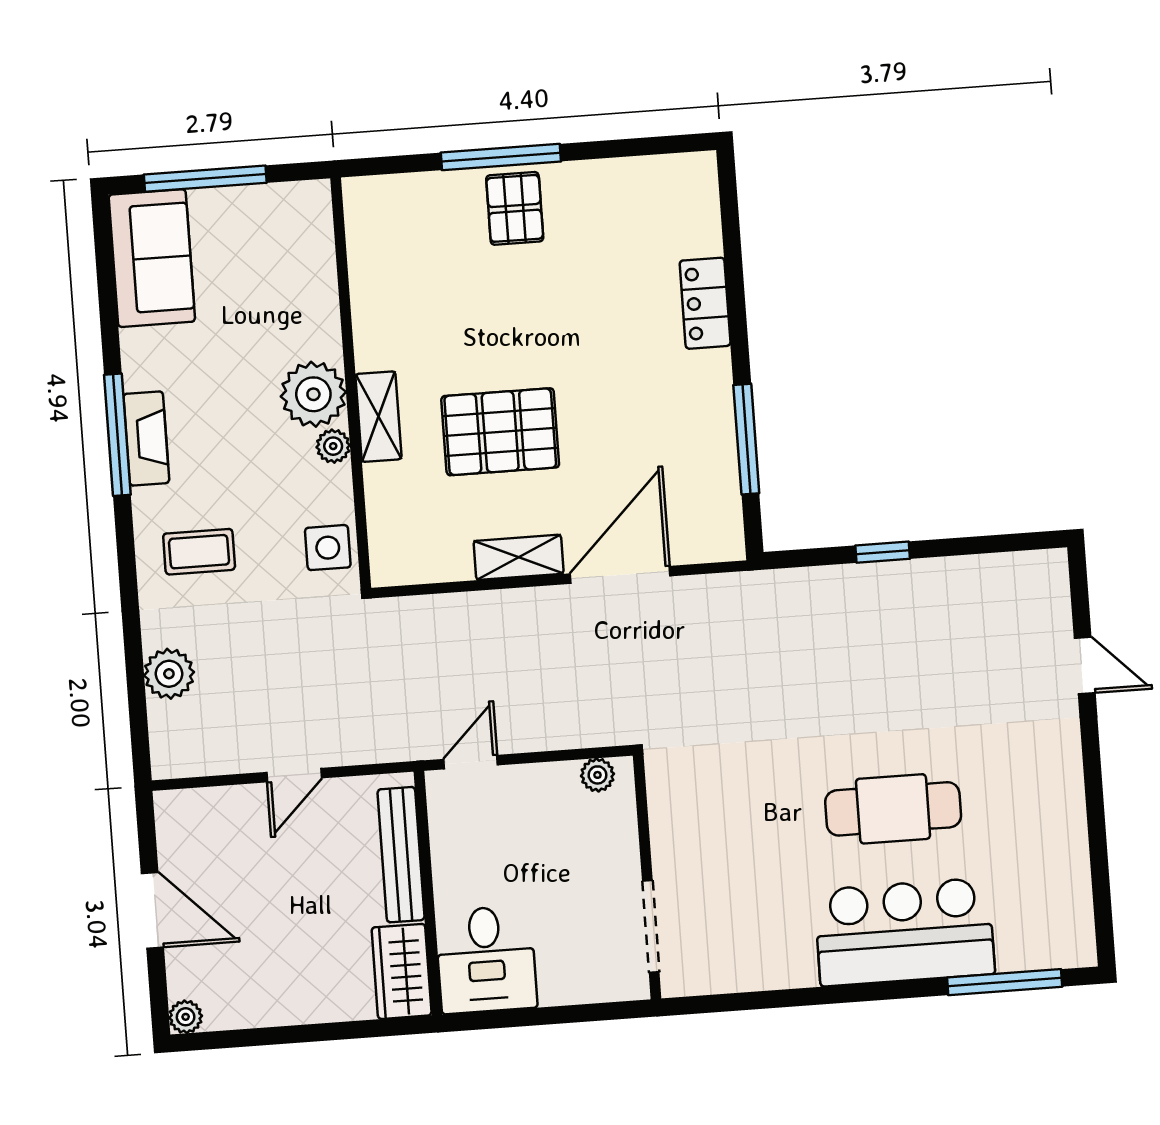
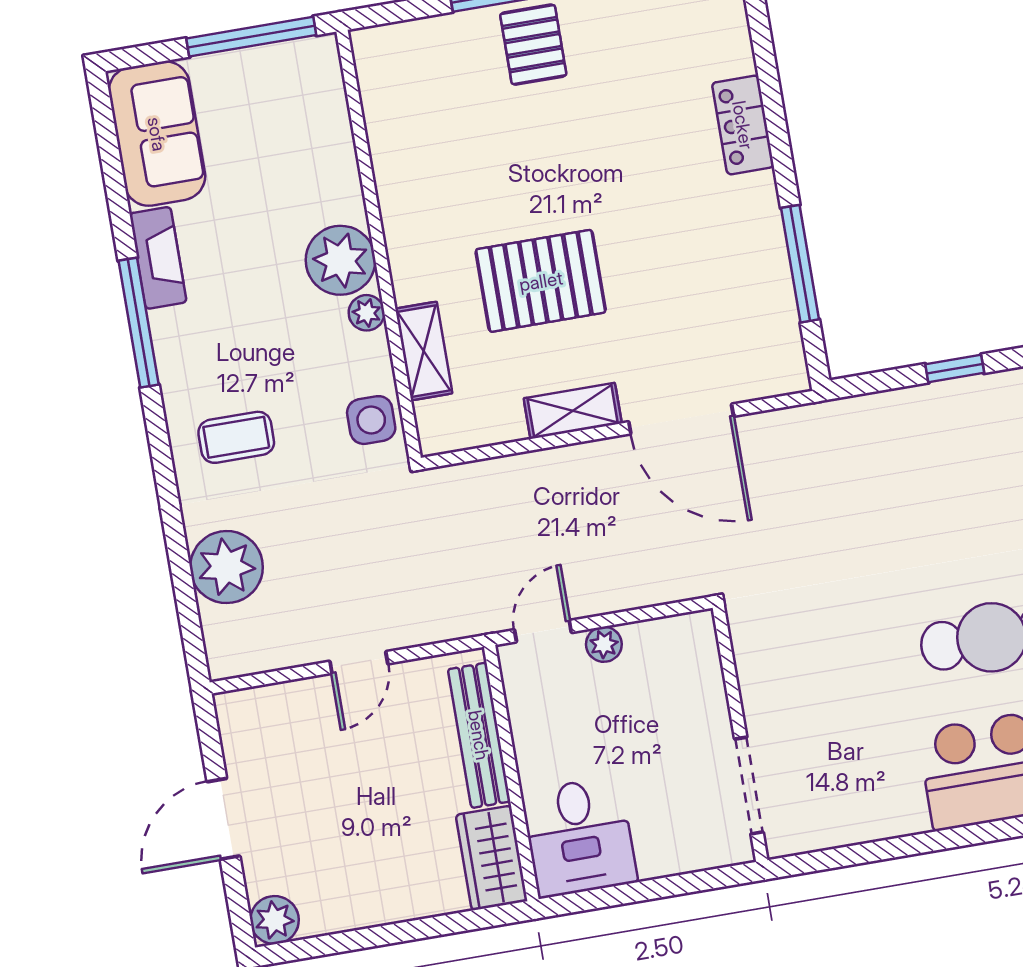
window: (205, 179) -> (251, 37), moved
shelving: (378, 417) -> (424, 351), moved
fireplace: (146, 438) -> (158, 258), moved
door: (620, 575) -> (681, 419), swing flipped
plant: (169, 674) -> (226, 567), width x1.36, depth x1.36
plant: (597, 775) -> (604, 644), moved
door: (152, 910) -> (223, 819), swing flipped
plant: (186, 1017) -> (275, 920), width x1.38, depth x1.38

